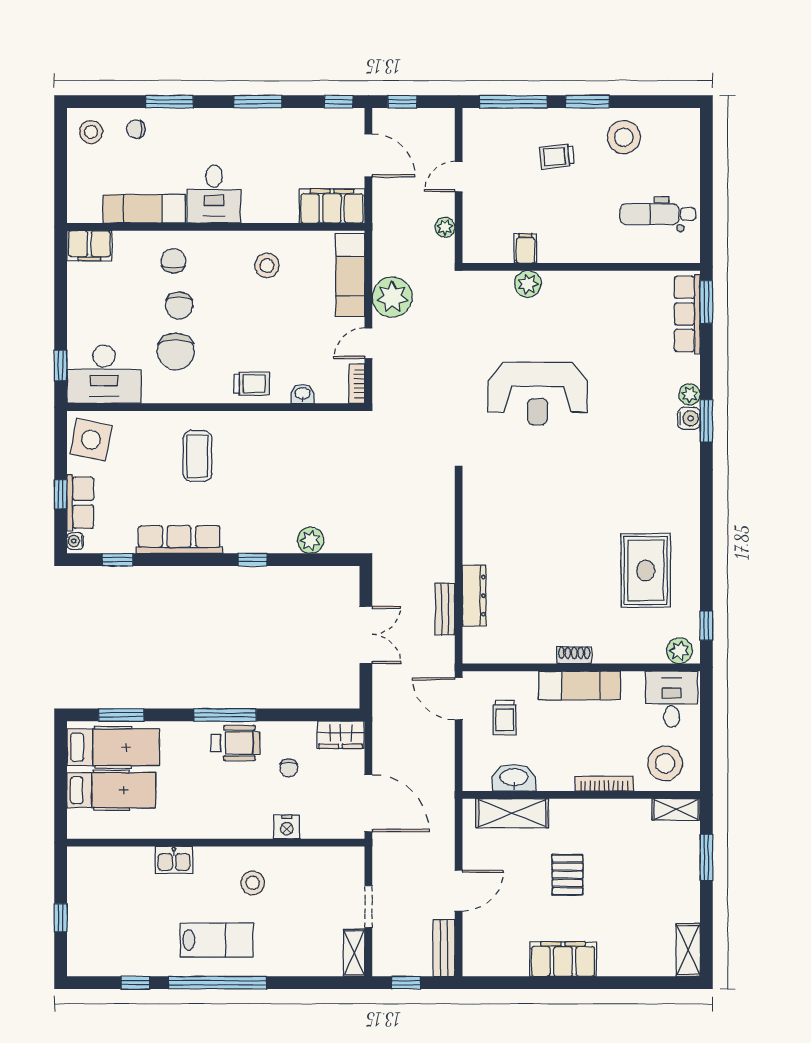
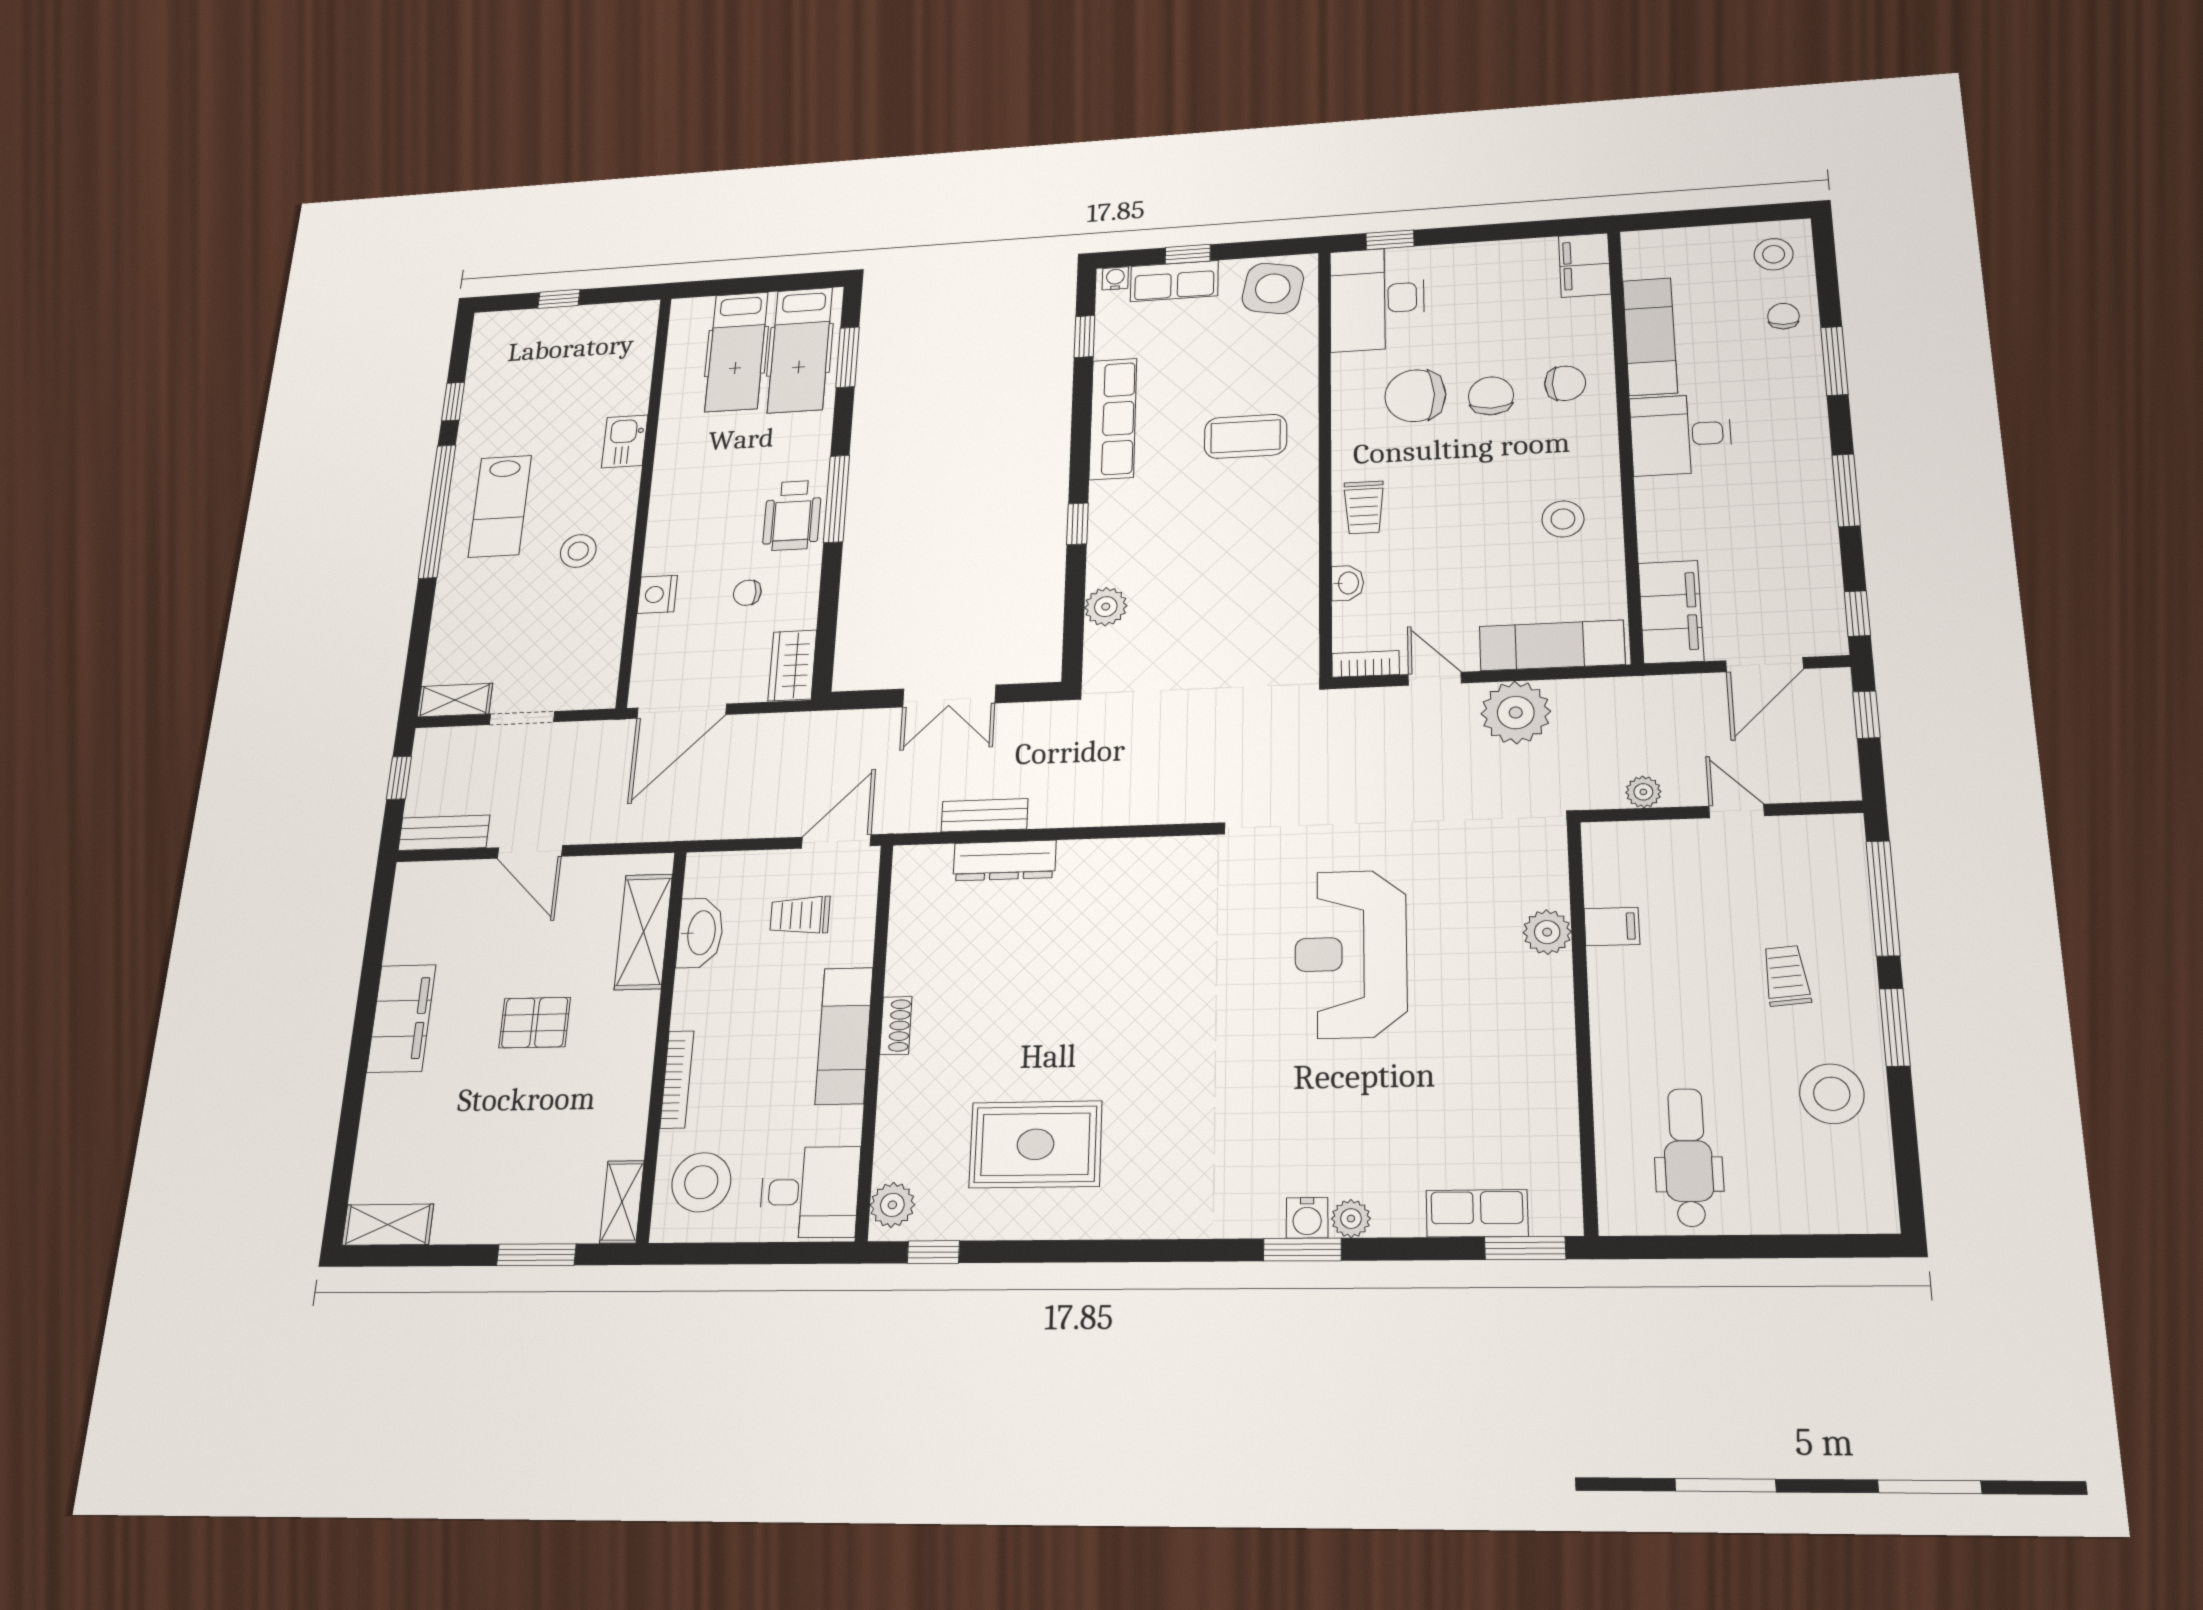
chair: (179, 306) -> (1491, 396), turned 90
row of seats: (687, 314) -> (1477, 1213), width x0.68

